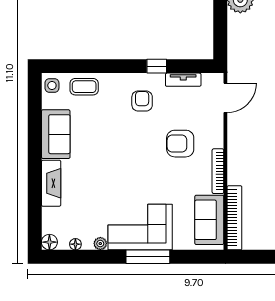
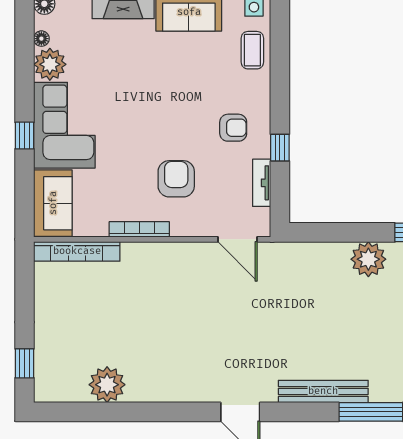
sofa: (209, 220) -> (53, 203), moved, turned 90
plant: (100, 244) -> (50, 64), width x1.88, depth x1.88
window: (148, 257) -> (25, 136), width x0.46

